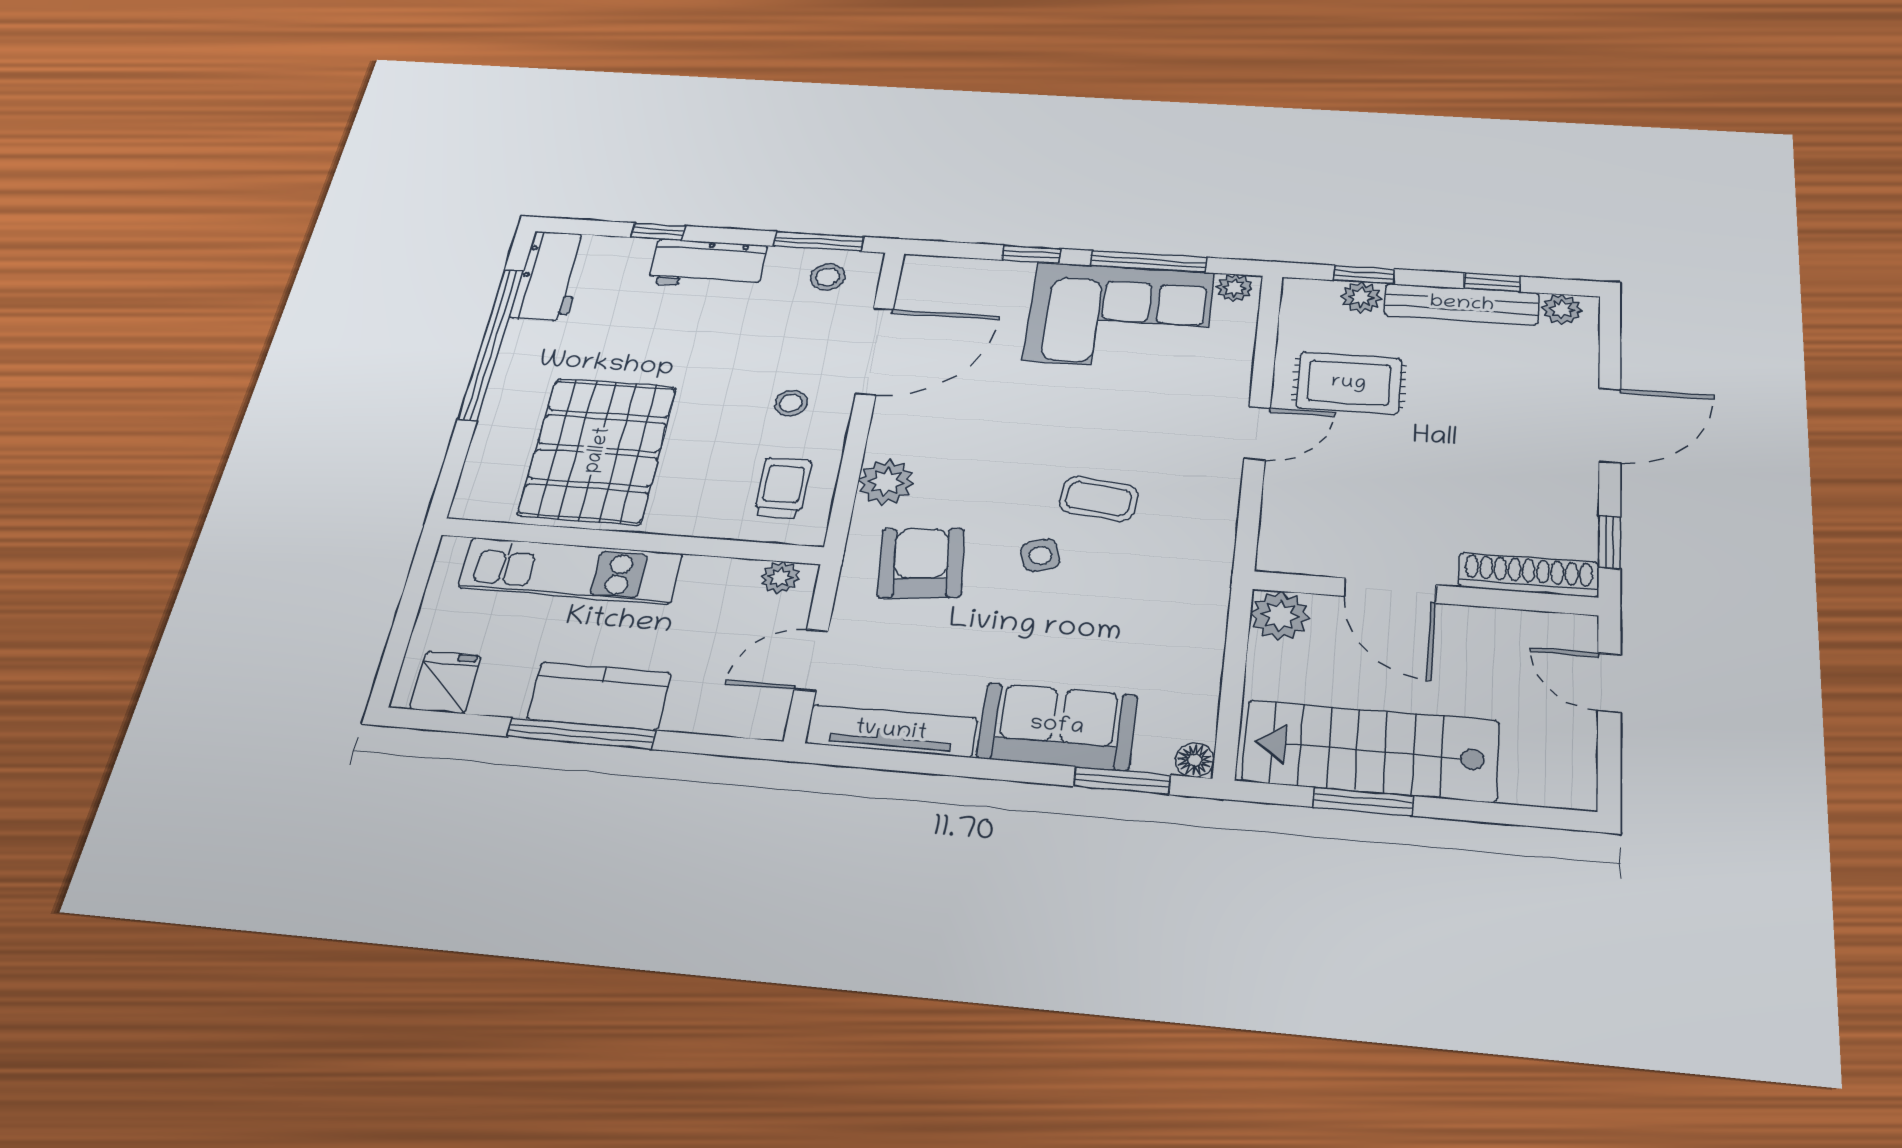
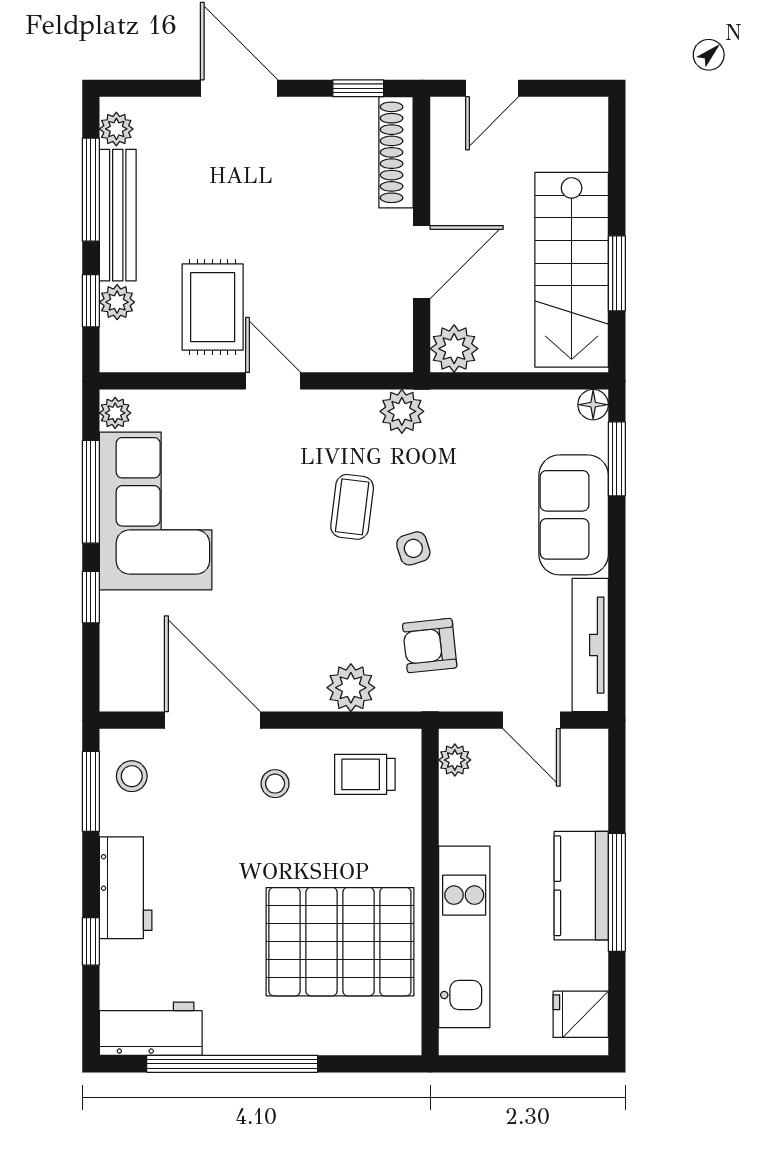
window: (1492, 282) -> (91, 190), width x2.17
plant: (1208, 556) -> (402, 411), added
armchair: (921, 563) -> (430, 646), width x0.72, depth x0.72

